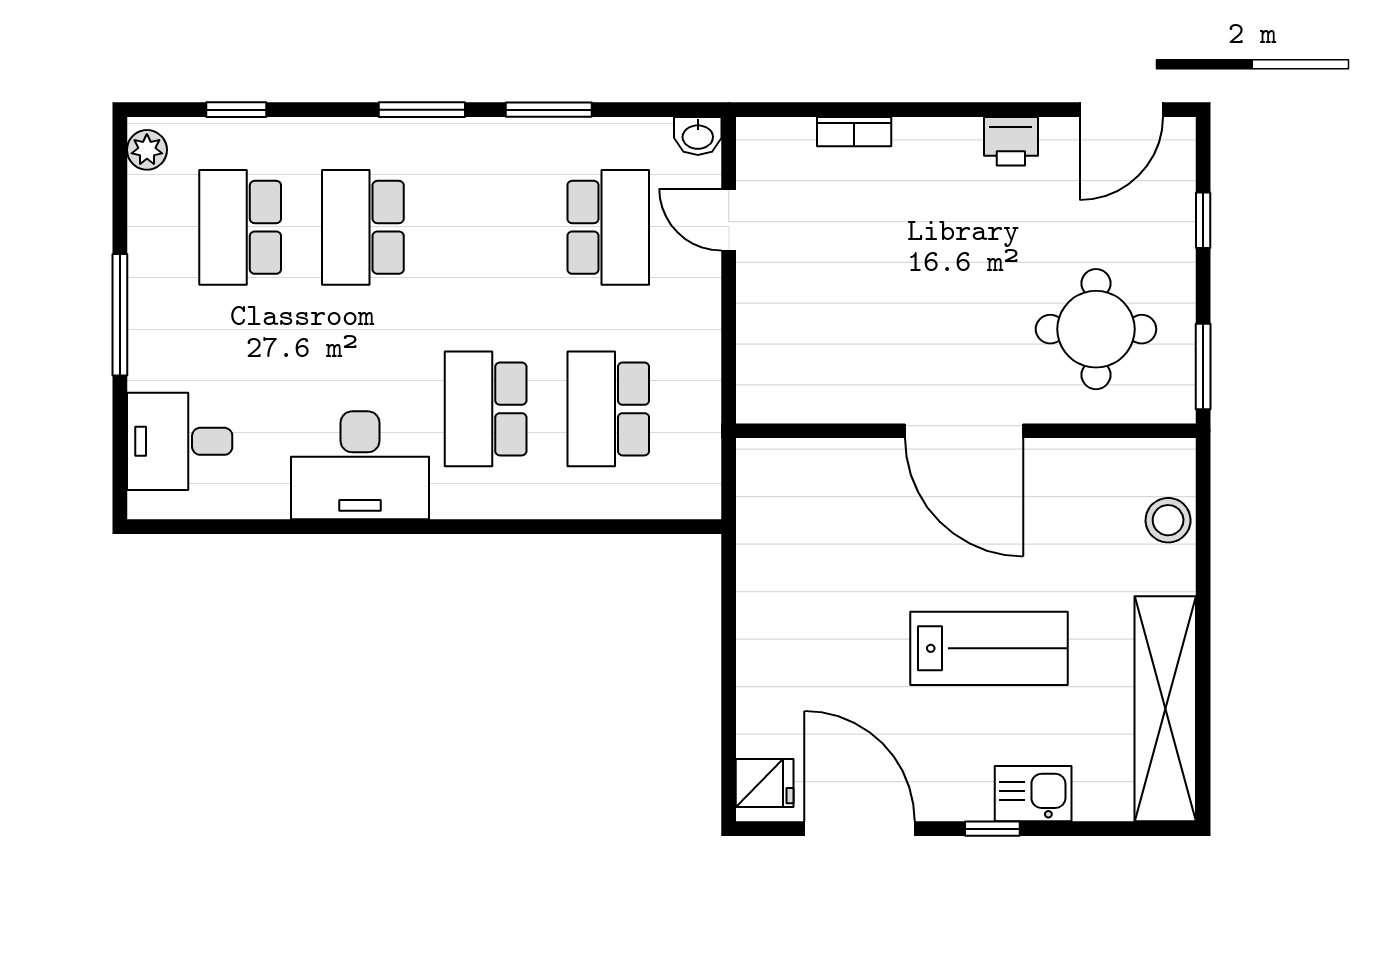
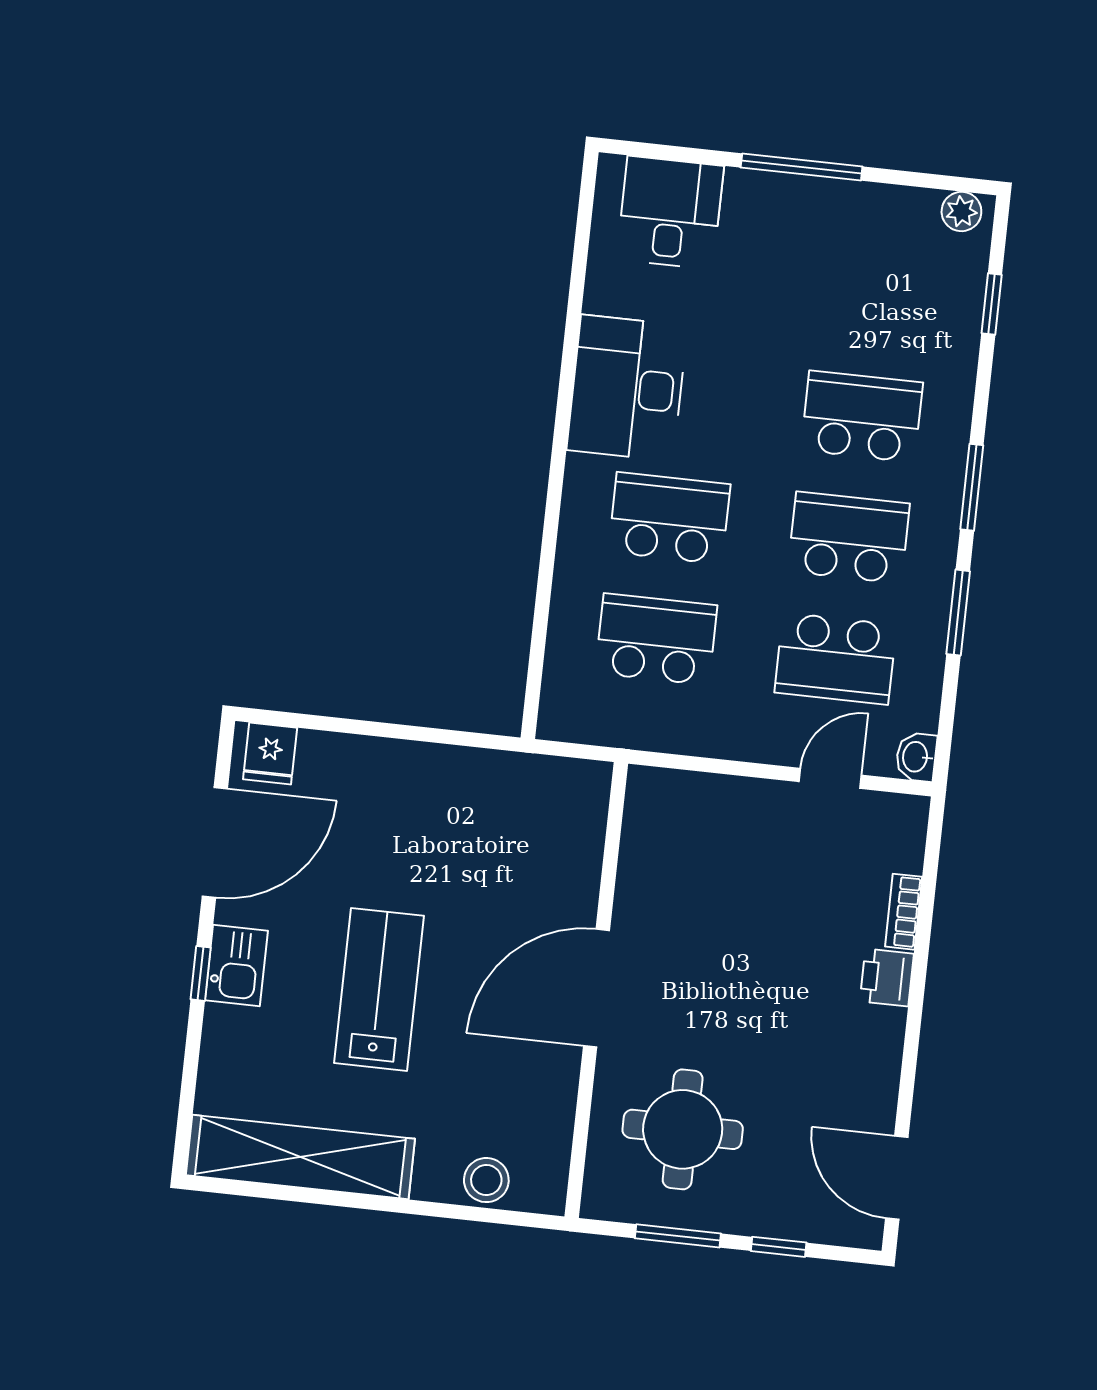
printer: (1011, 141) -> (887, 978), moved
school desk: (240, 227) -> (849, 538), moved
window: (1203, 366) -> (678, 1236), moved
lab bench: (989, 648) -> (379, 989), turned 180
kitchen sink: (1033, 794) -> (236, 965), moved

